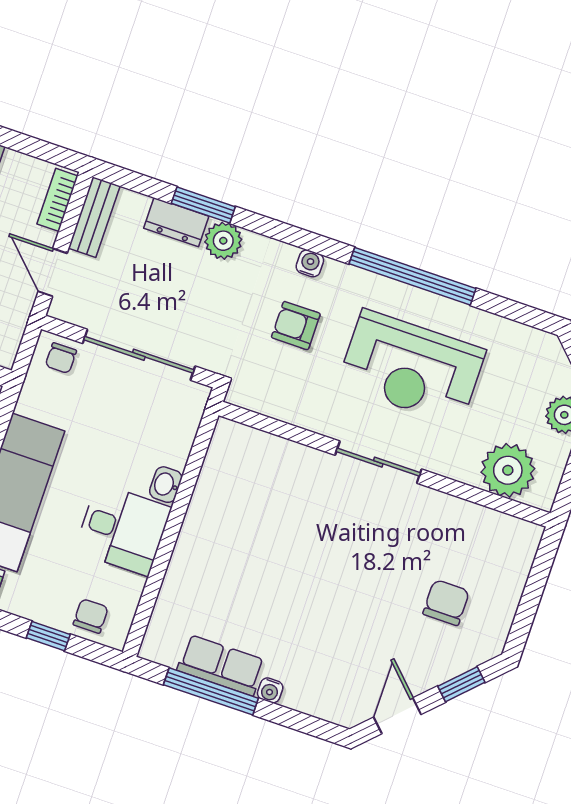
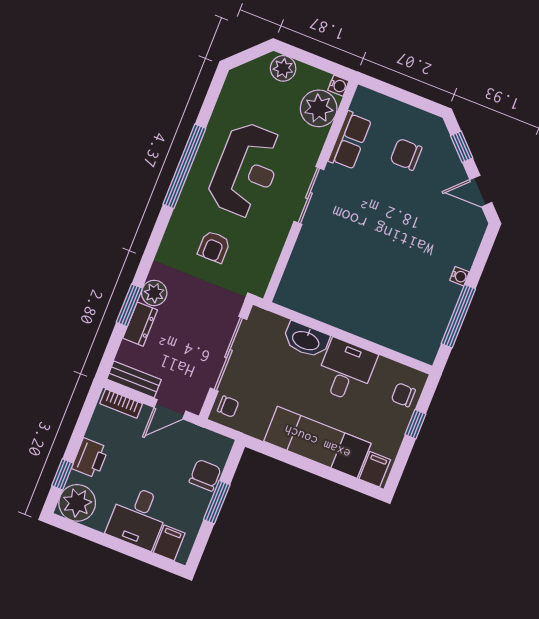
water cooler: (310, 263) -> (338, 86), moved, turned 180
washbasin: (166, 485) -> (306, 340), width x1.91, depth x1.45
row of seats: (221, 665) -> (350, 140), moved, turned 180

